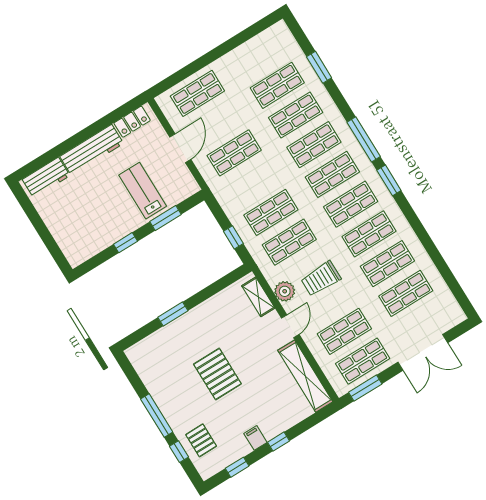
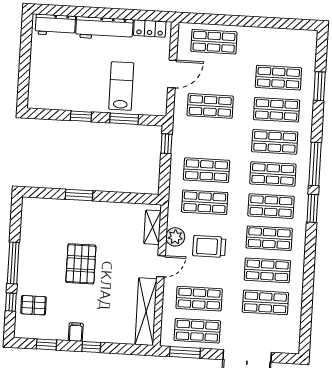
window: (233, 237) -> (166, 144), moved
pallet: (201, 440) -> (34, 305), turned 90

